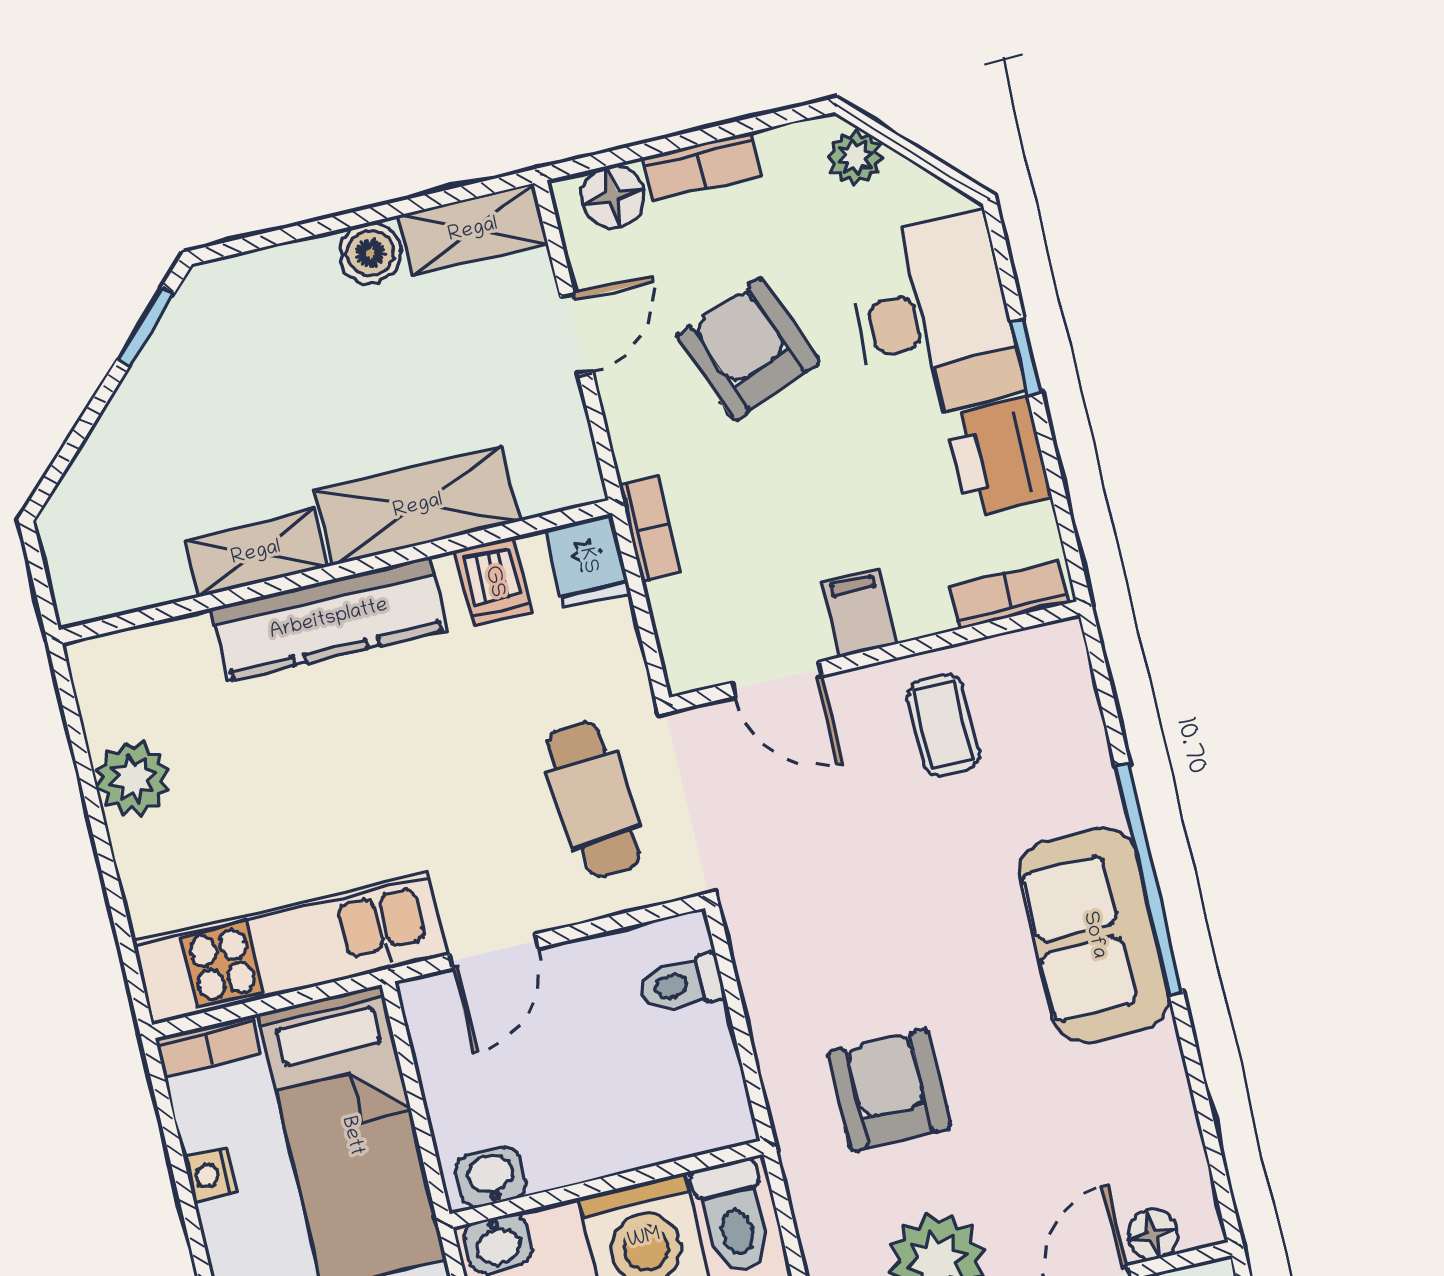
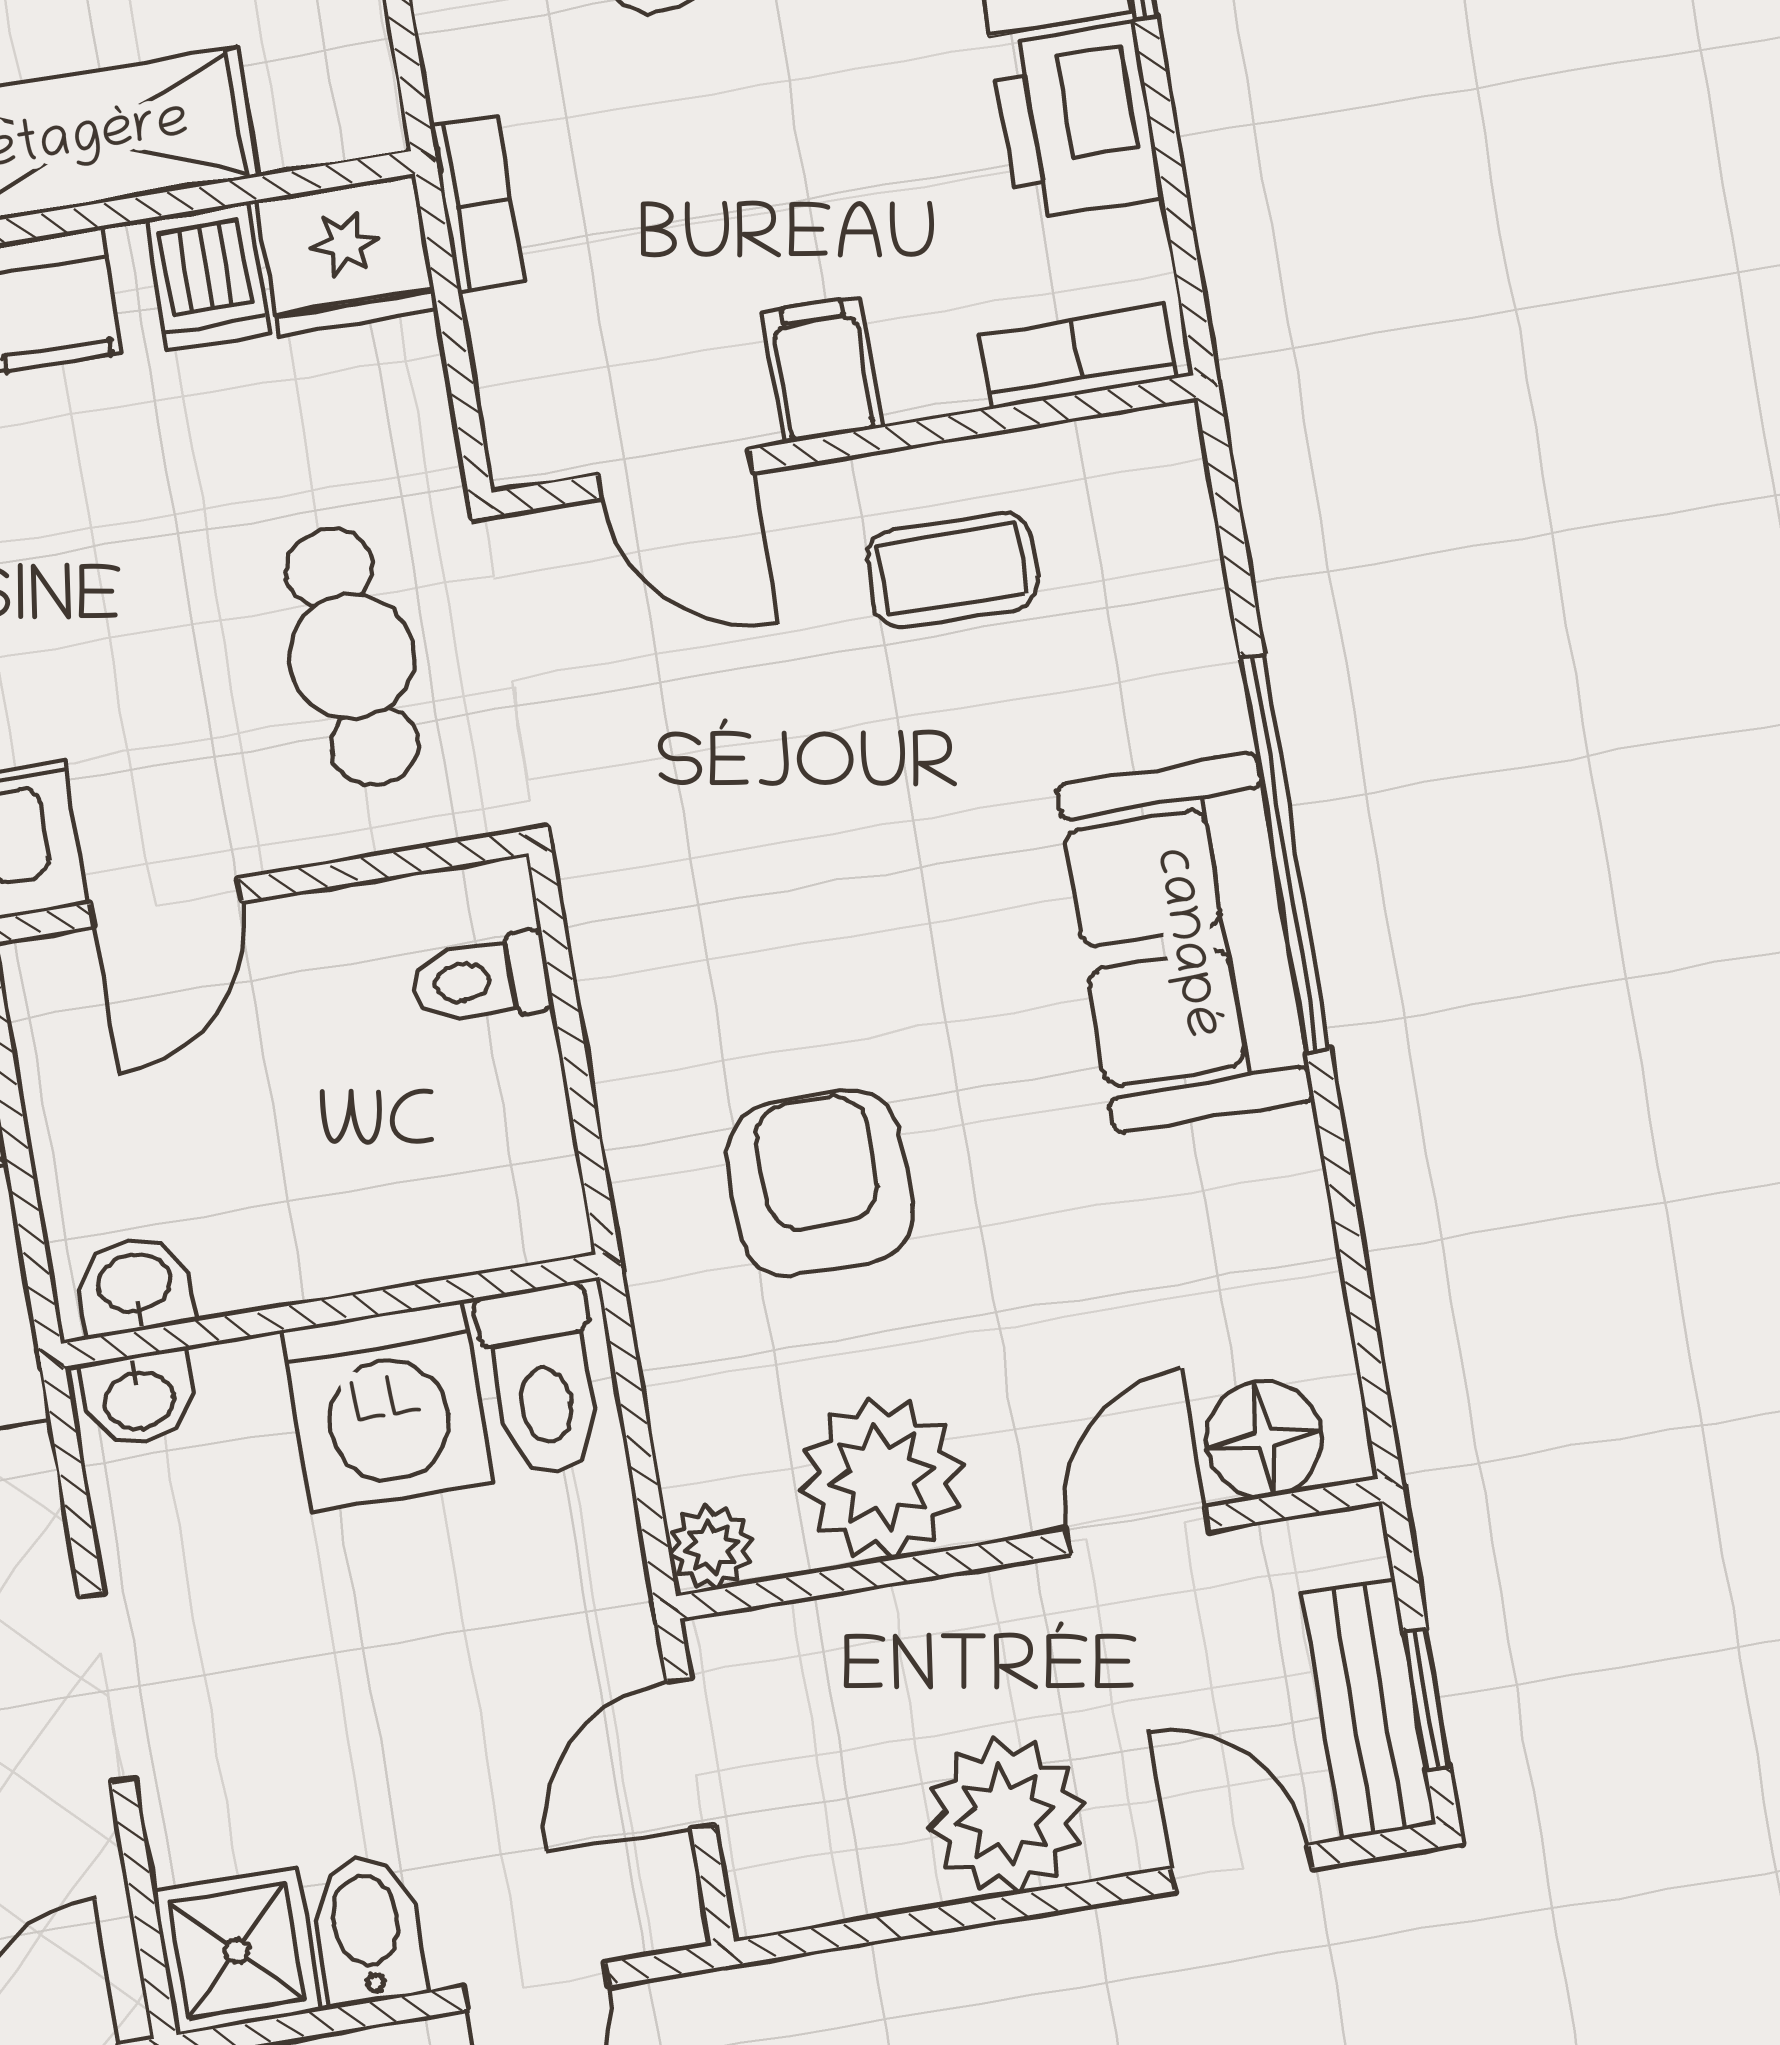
fridge: (588, 561) -> (347, 255), width x1.38
coffee table: (943, 725) -> (952, 570), turned 90
floor lamp: (1153, 1234) -> (1264, 1439), width x1.37, depth x1.37

